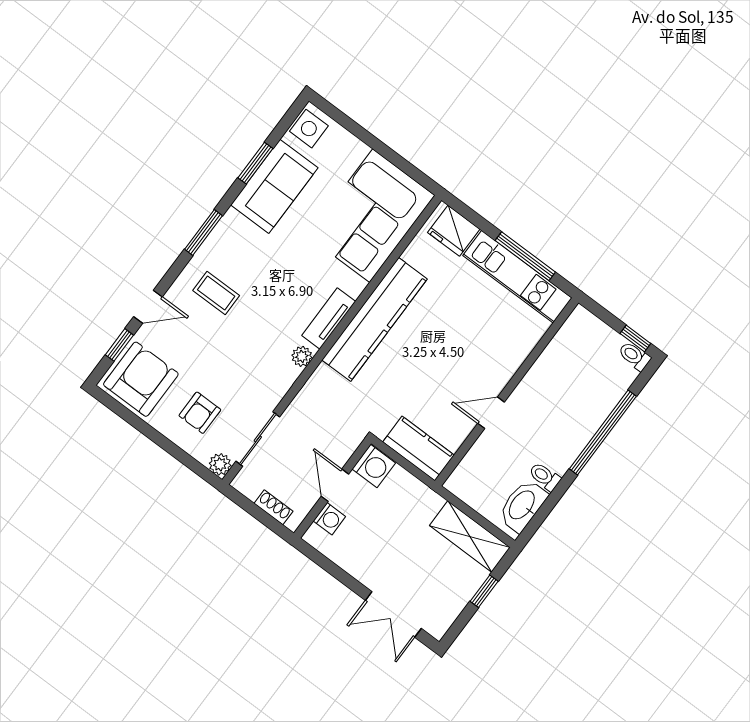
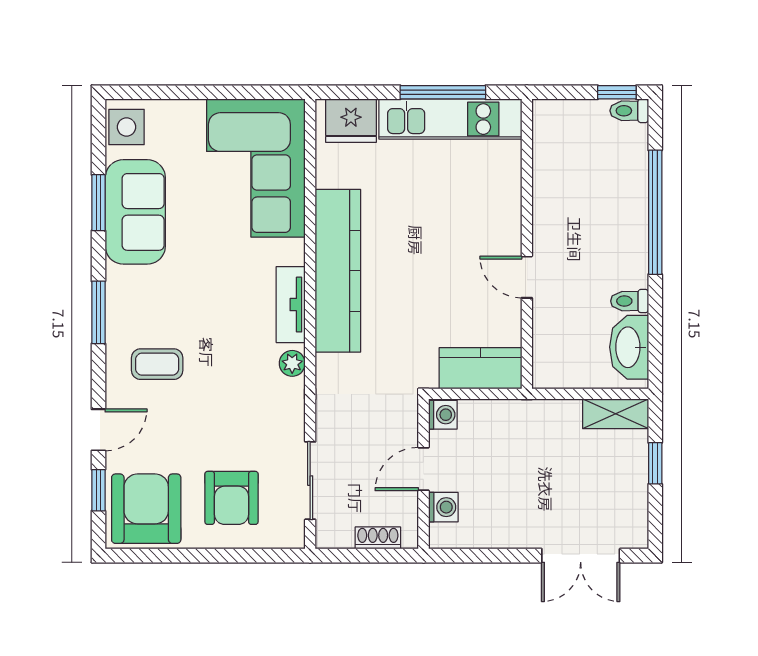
armchair: (200, 413) -> (231, 498), width x1.38, depth x1.38
door: (491, 413) -> (527, 277), hinge flipped
plant: (220, 464) -> (291, 535), removed
washing machine: (374, 466) -> (443, 415), width x0.73, depth x0.73
door: (335, 485) -> (423, 469), hinge flipped
shelving: (470, 537) -> (616, 414), width x0.67, depth x0.75

